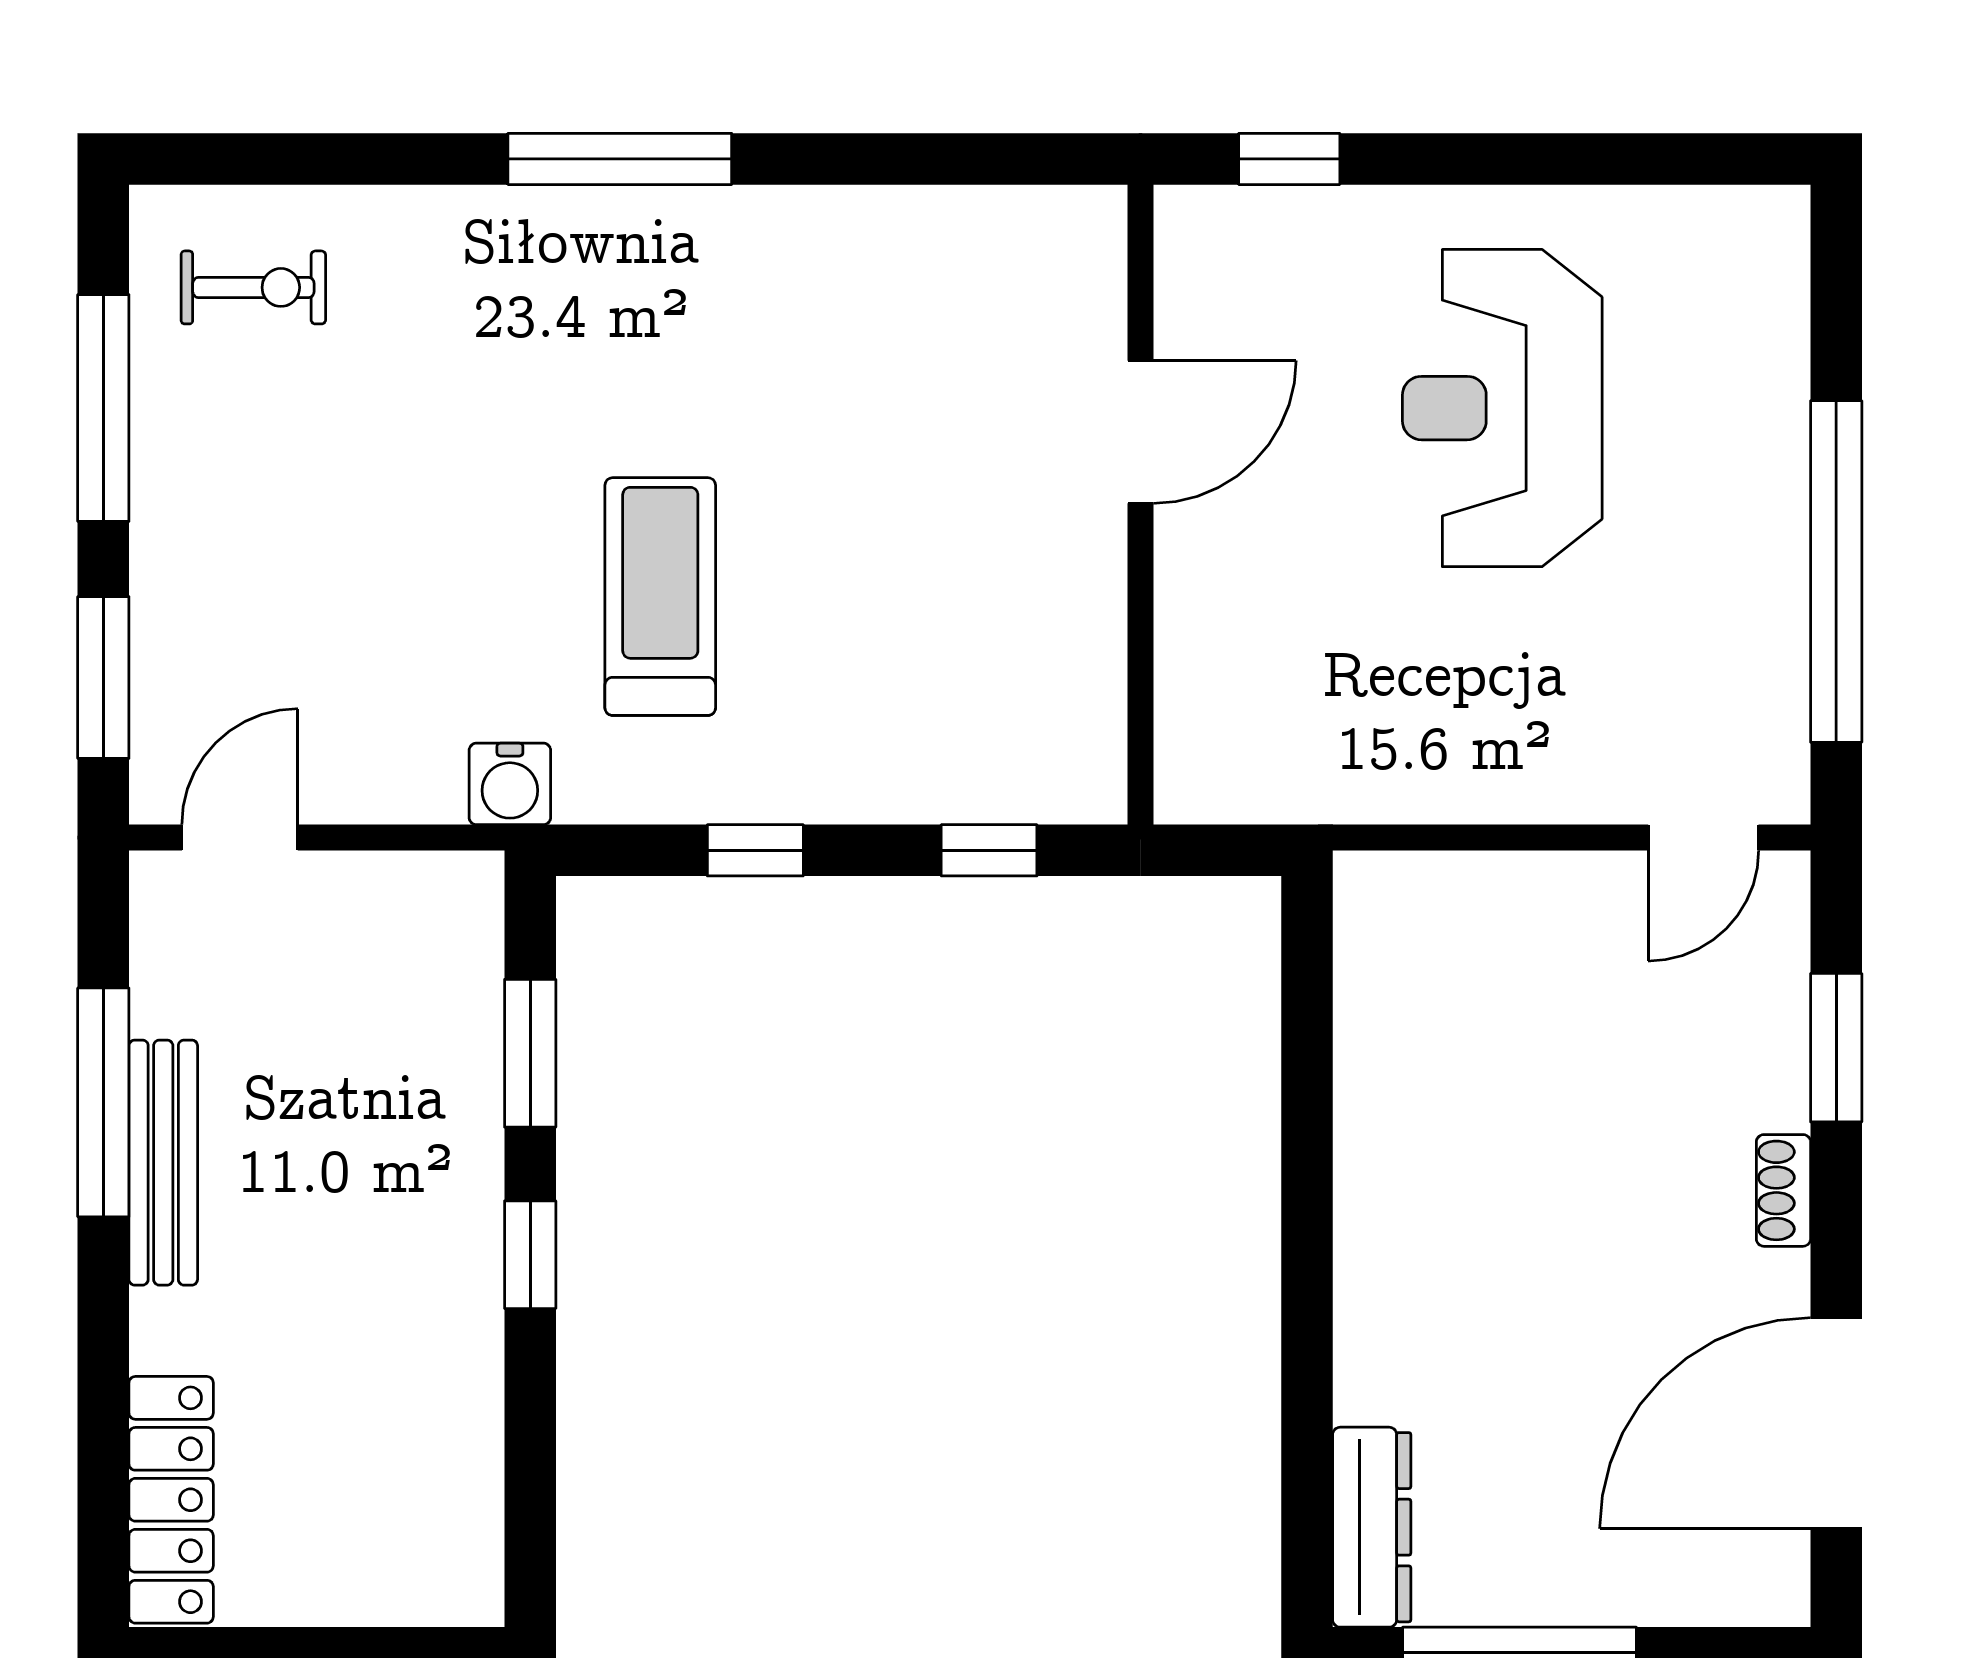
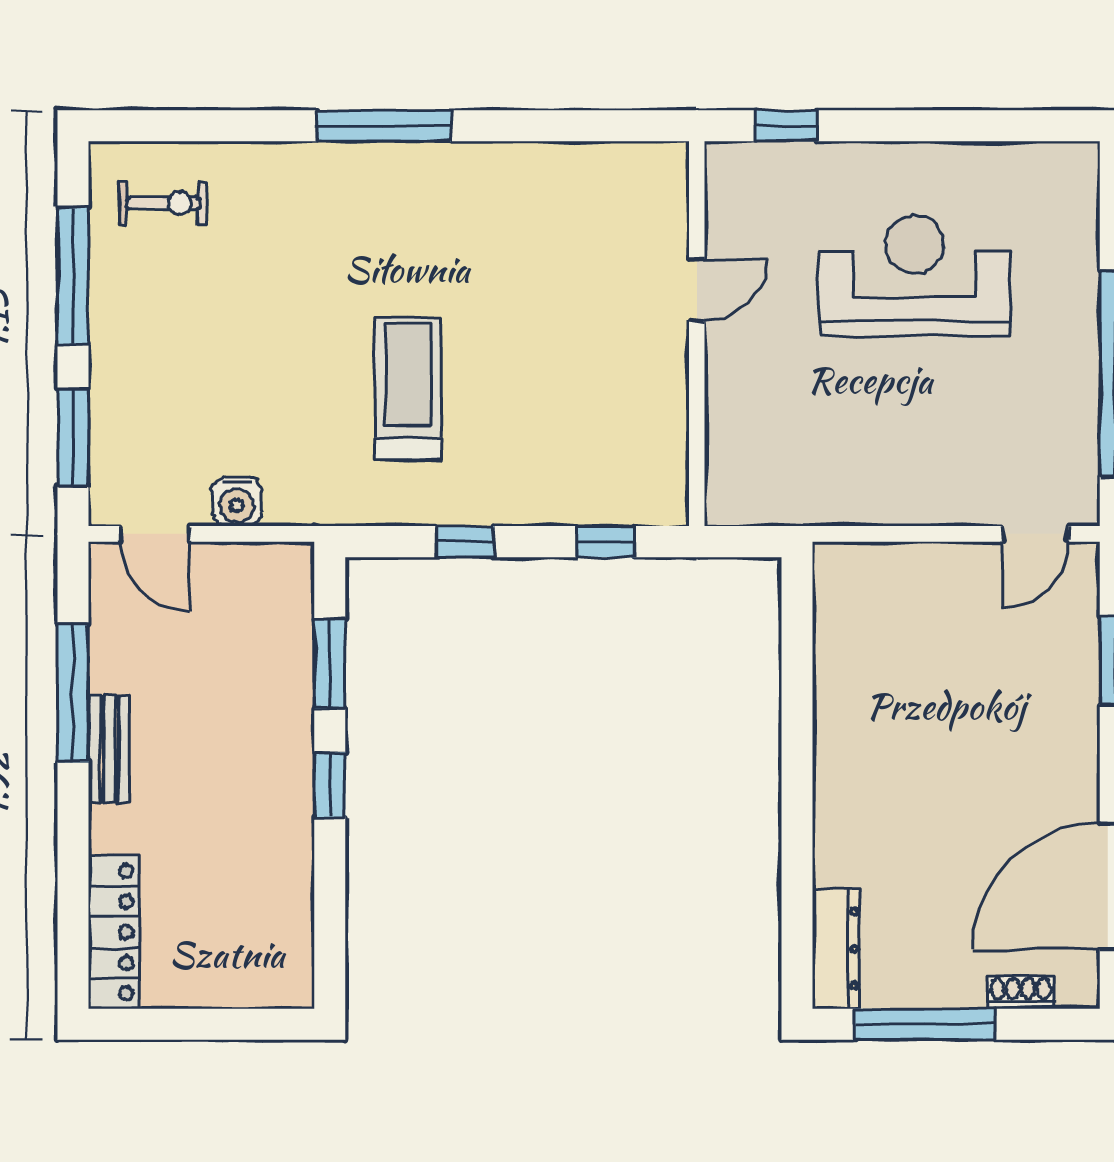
reception desk: (1502, 408) -> (914, 276), turned 90
door: (1141, 432) -> (697, 290), width x0.73
water cooler: (510, 784) -> (237, 502), moved
door: (240, 838) -> (155, 534), swing flipped
bench: (163, 1163) -> (109, 749), width x0.73
shoe rack: (1783, 1190) -> (1021, 993), moved, turned 90

